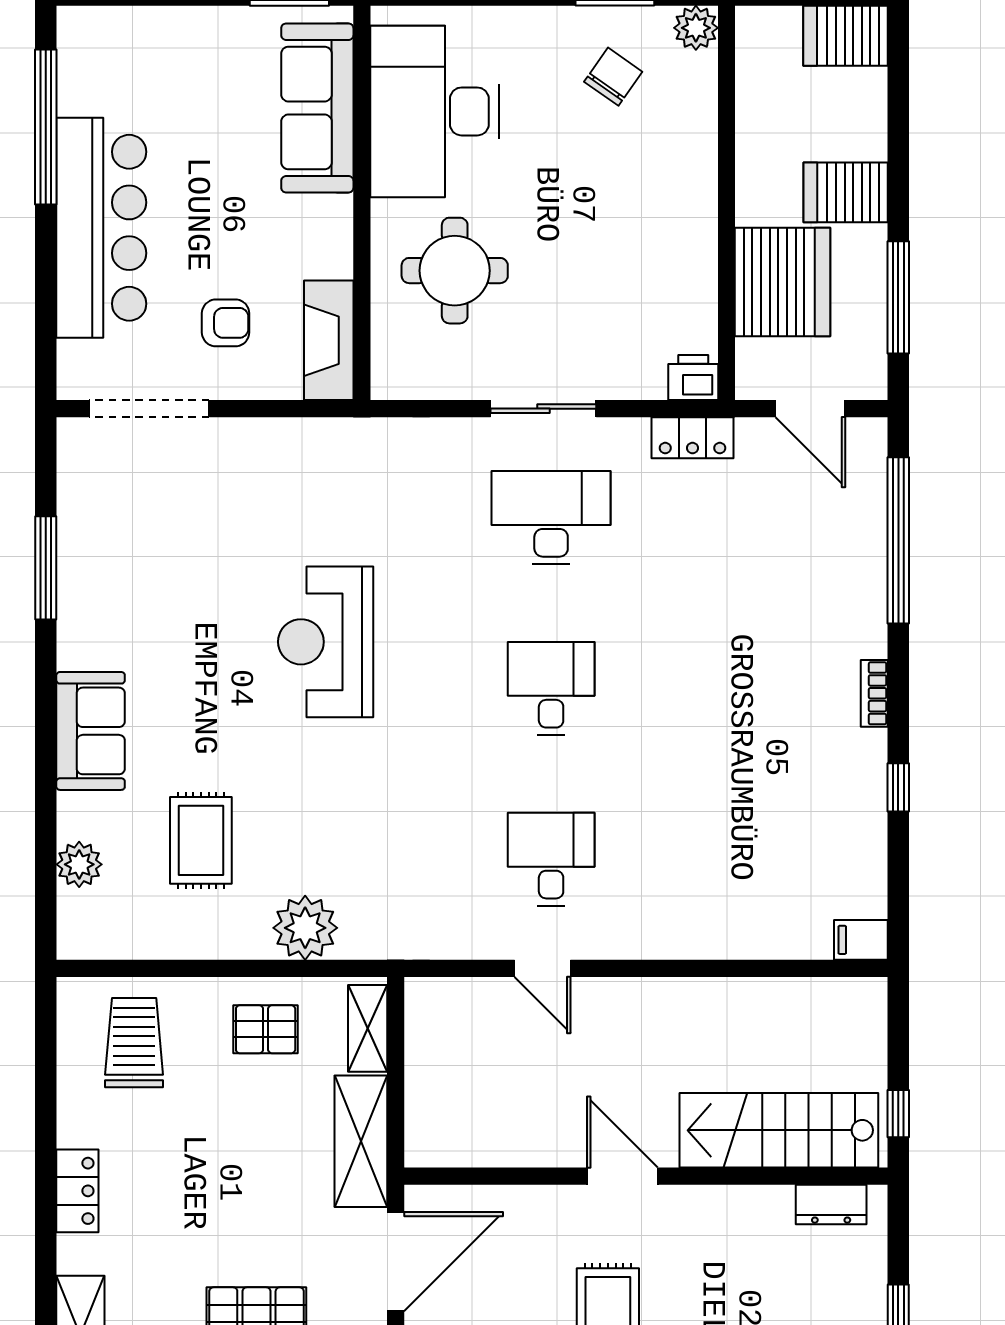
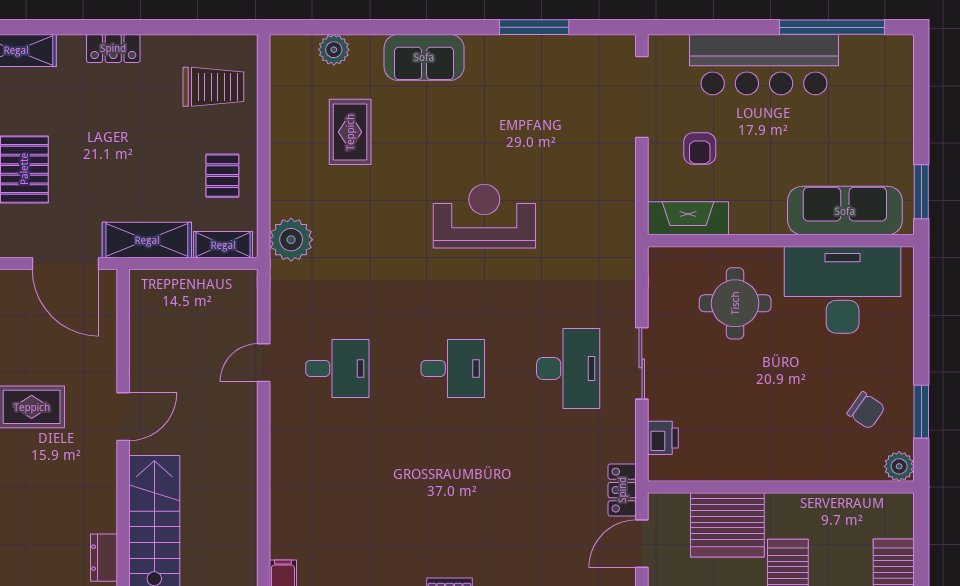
printer: (693, 377) -> (663, 438), moved
locker: (692, 438) -> (622, 490), moved
rug: (201, 840) -> (350, 132), turned 90
plant: (305, 928) -> (291, 240), moved

